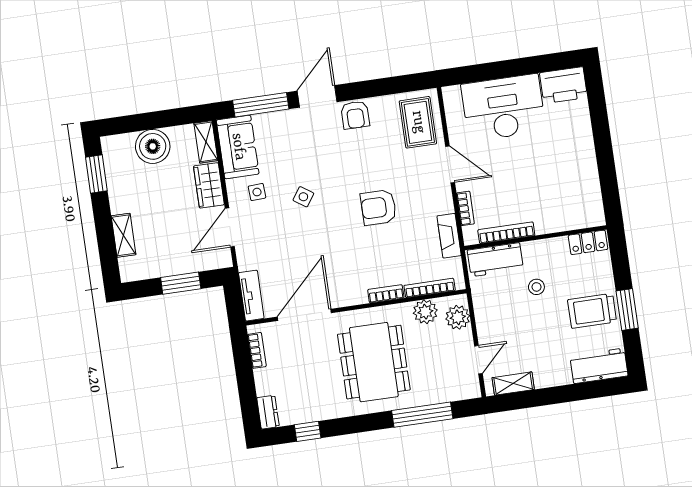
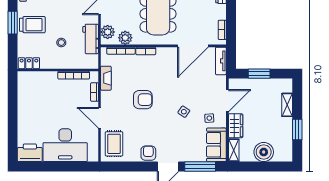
window: (96, 174) -> (297, 130), moved
workbench: (495, 260) -> (91, 39), moved, turned -90

